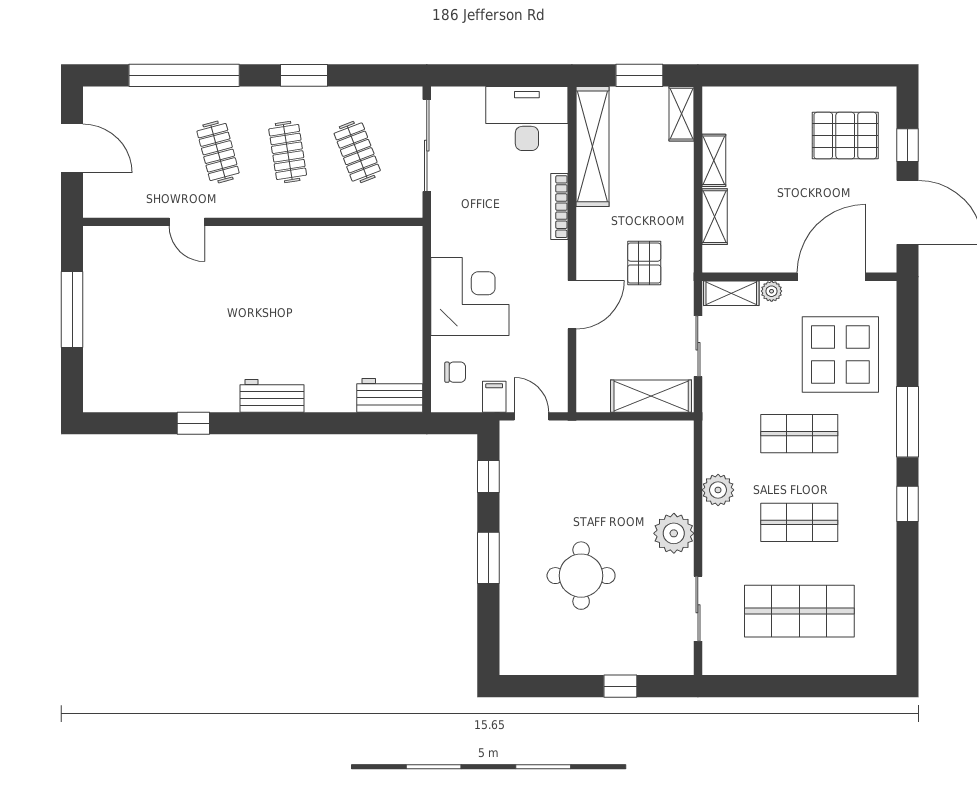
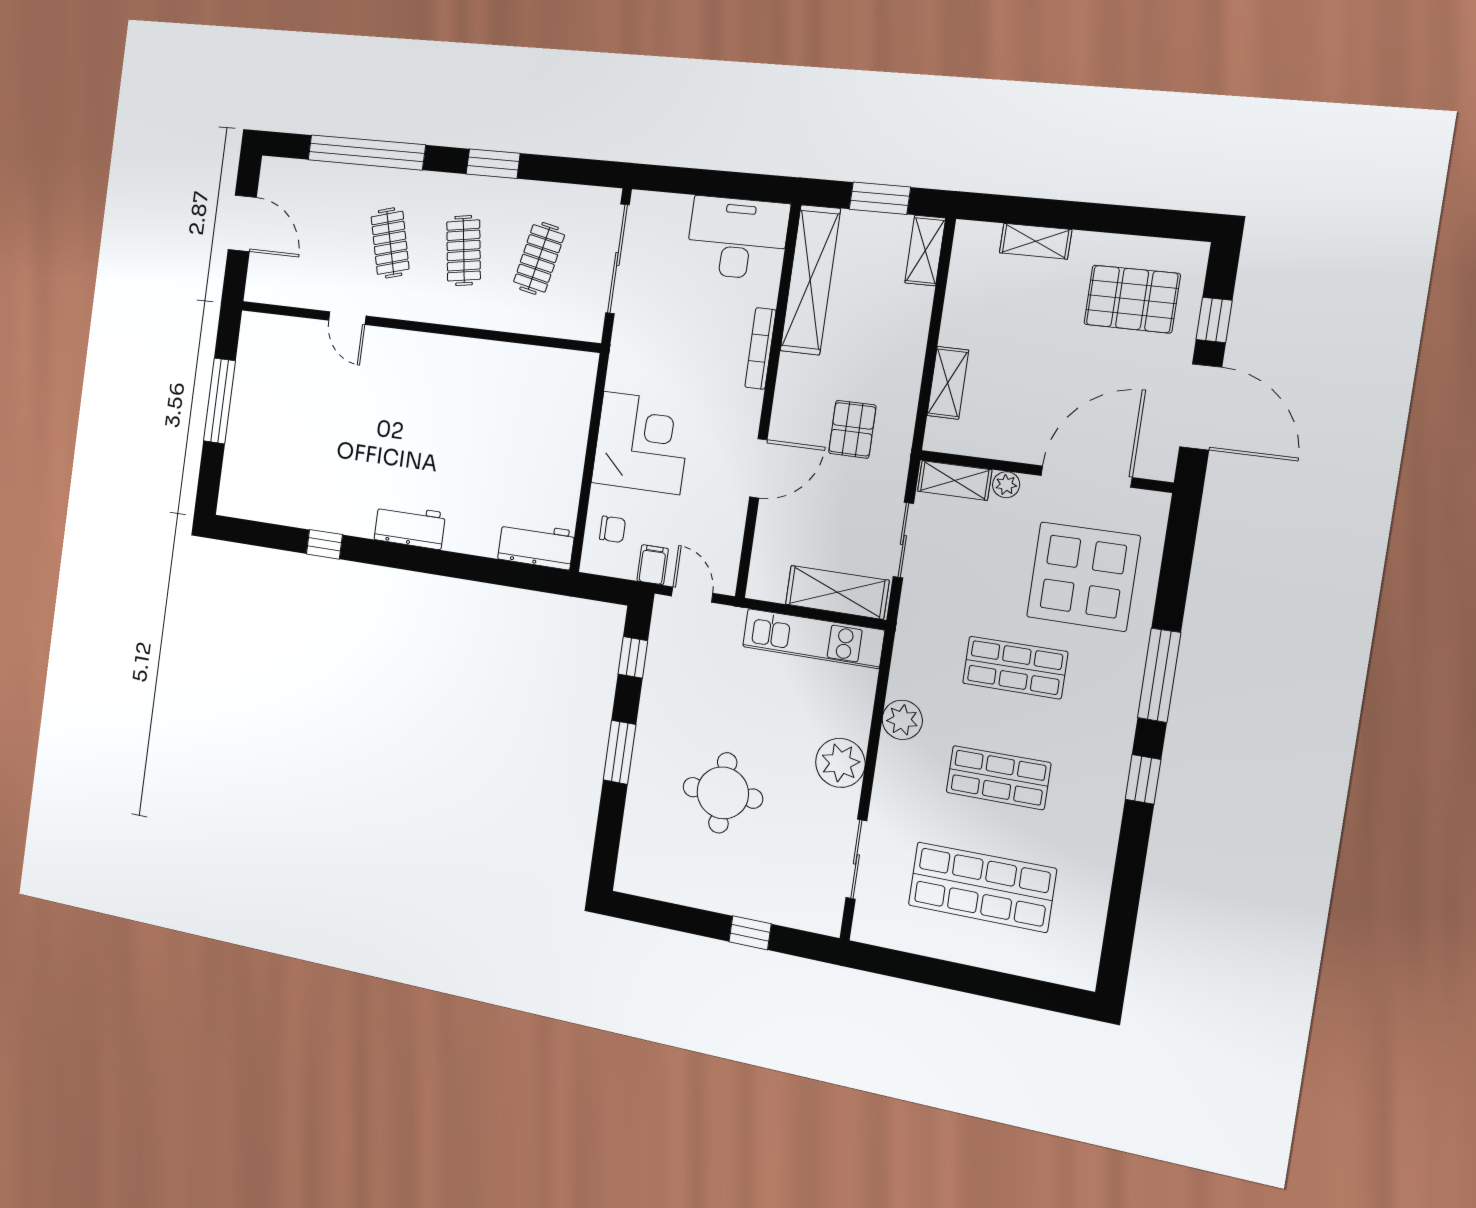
clothes rail: (357, 152) -> (539, 258), turned 33
shelving: (714, 160) -> (1036, 241), moved, turned 90
kitchen unit: (637, 436) -> (813, 638), added

